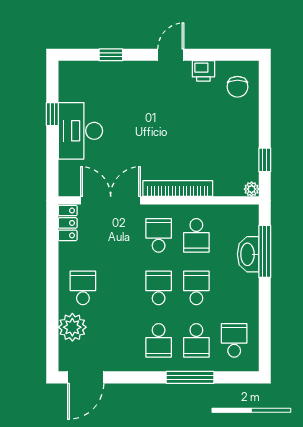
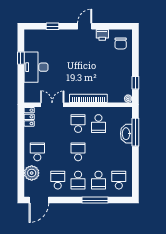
double door: (111, 200) -> (52, 105), width x0.73
school desk: (196, 288) -> (58, 180), moved

